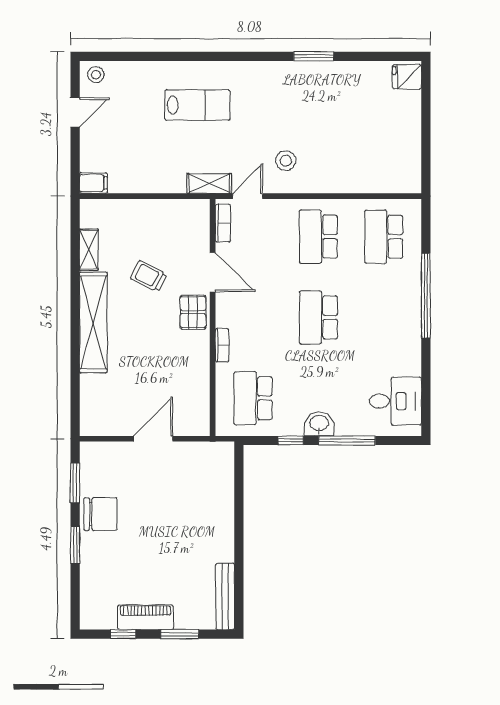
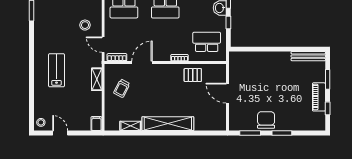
shelving: (209, 183) -> (97, 79), moved
trolley: (149, 276) -> (122, 88), moved
pallet: (193, 312) -> (193, 75), moved
school desk: (253, 398) -> (207, 42), turned 180

